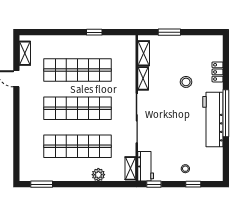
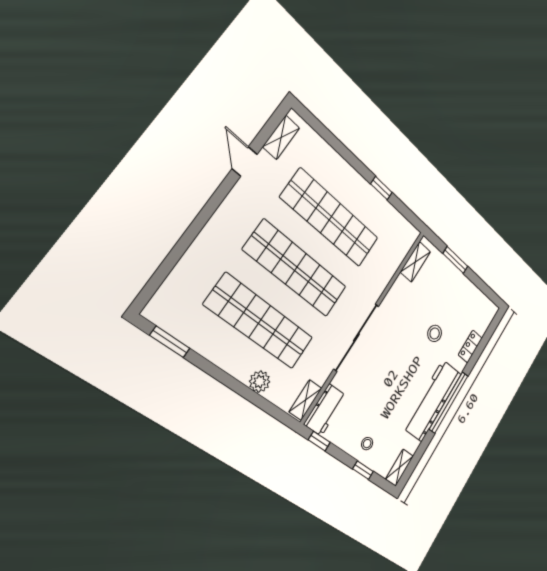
shelving: (143, 78) -> (399, 468), moved

